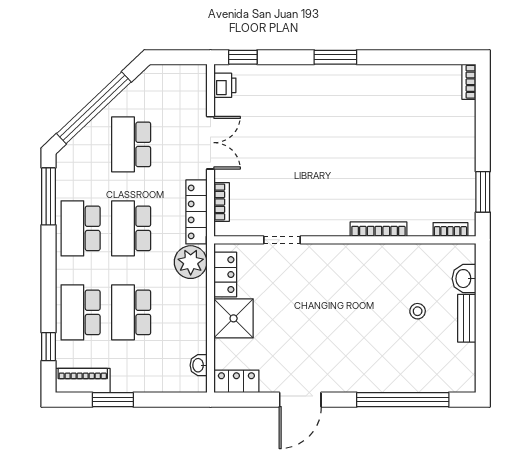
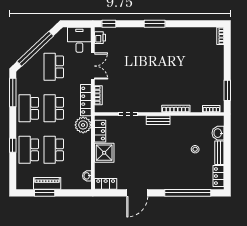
desk: (183, 90) -> (79, 40), added
bench: (343, 252) -> (158, 120), added
window: (48, 347) -> (13, 145), moved
locker: (465, 366) -> (219, 176), added
piano: (83, 380) -> (47, 183), moved

